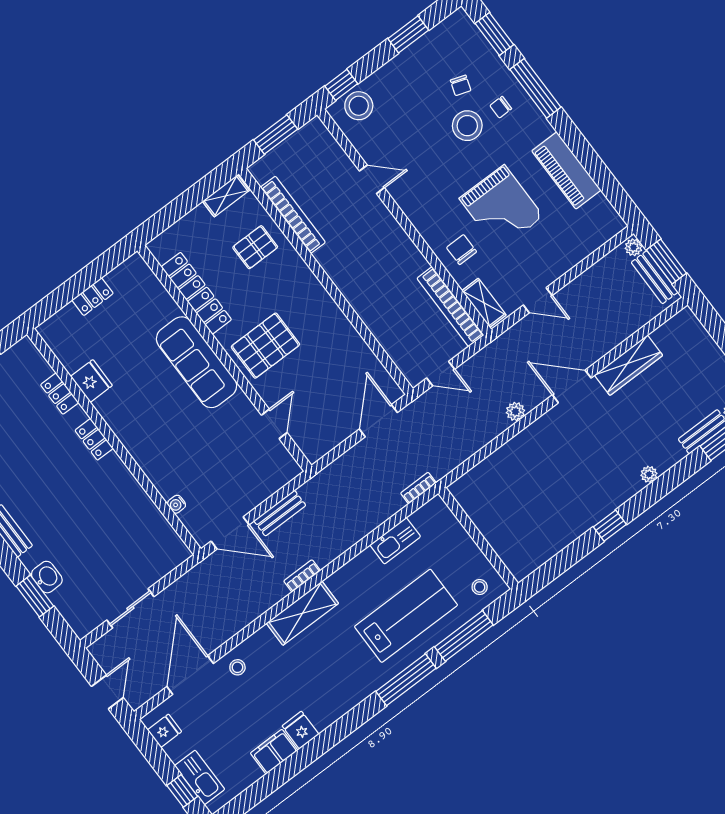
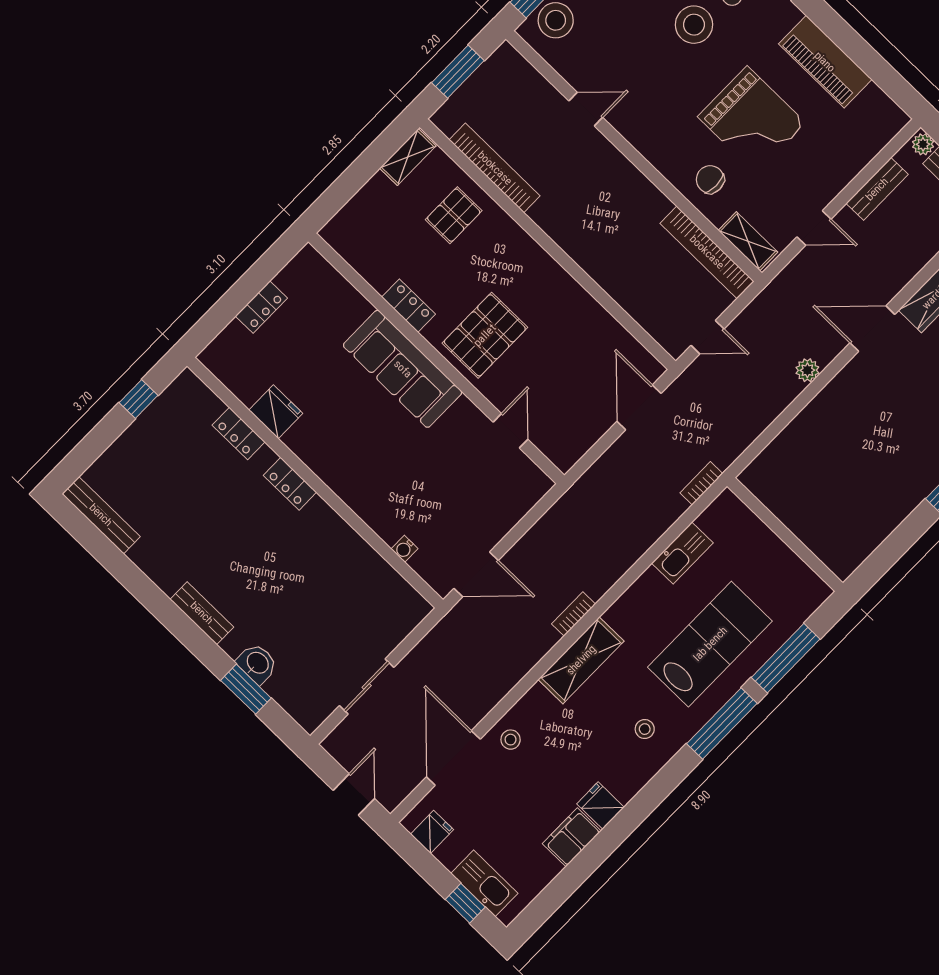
locker: (196, 293) -> (409, 306), width x0.46, depth x0.83
bench: (280, 513) -> (877, 189), moved
stool: (480, 587) -> (645, 729), moved

